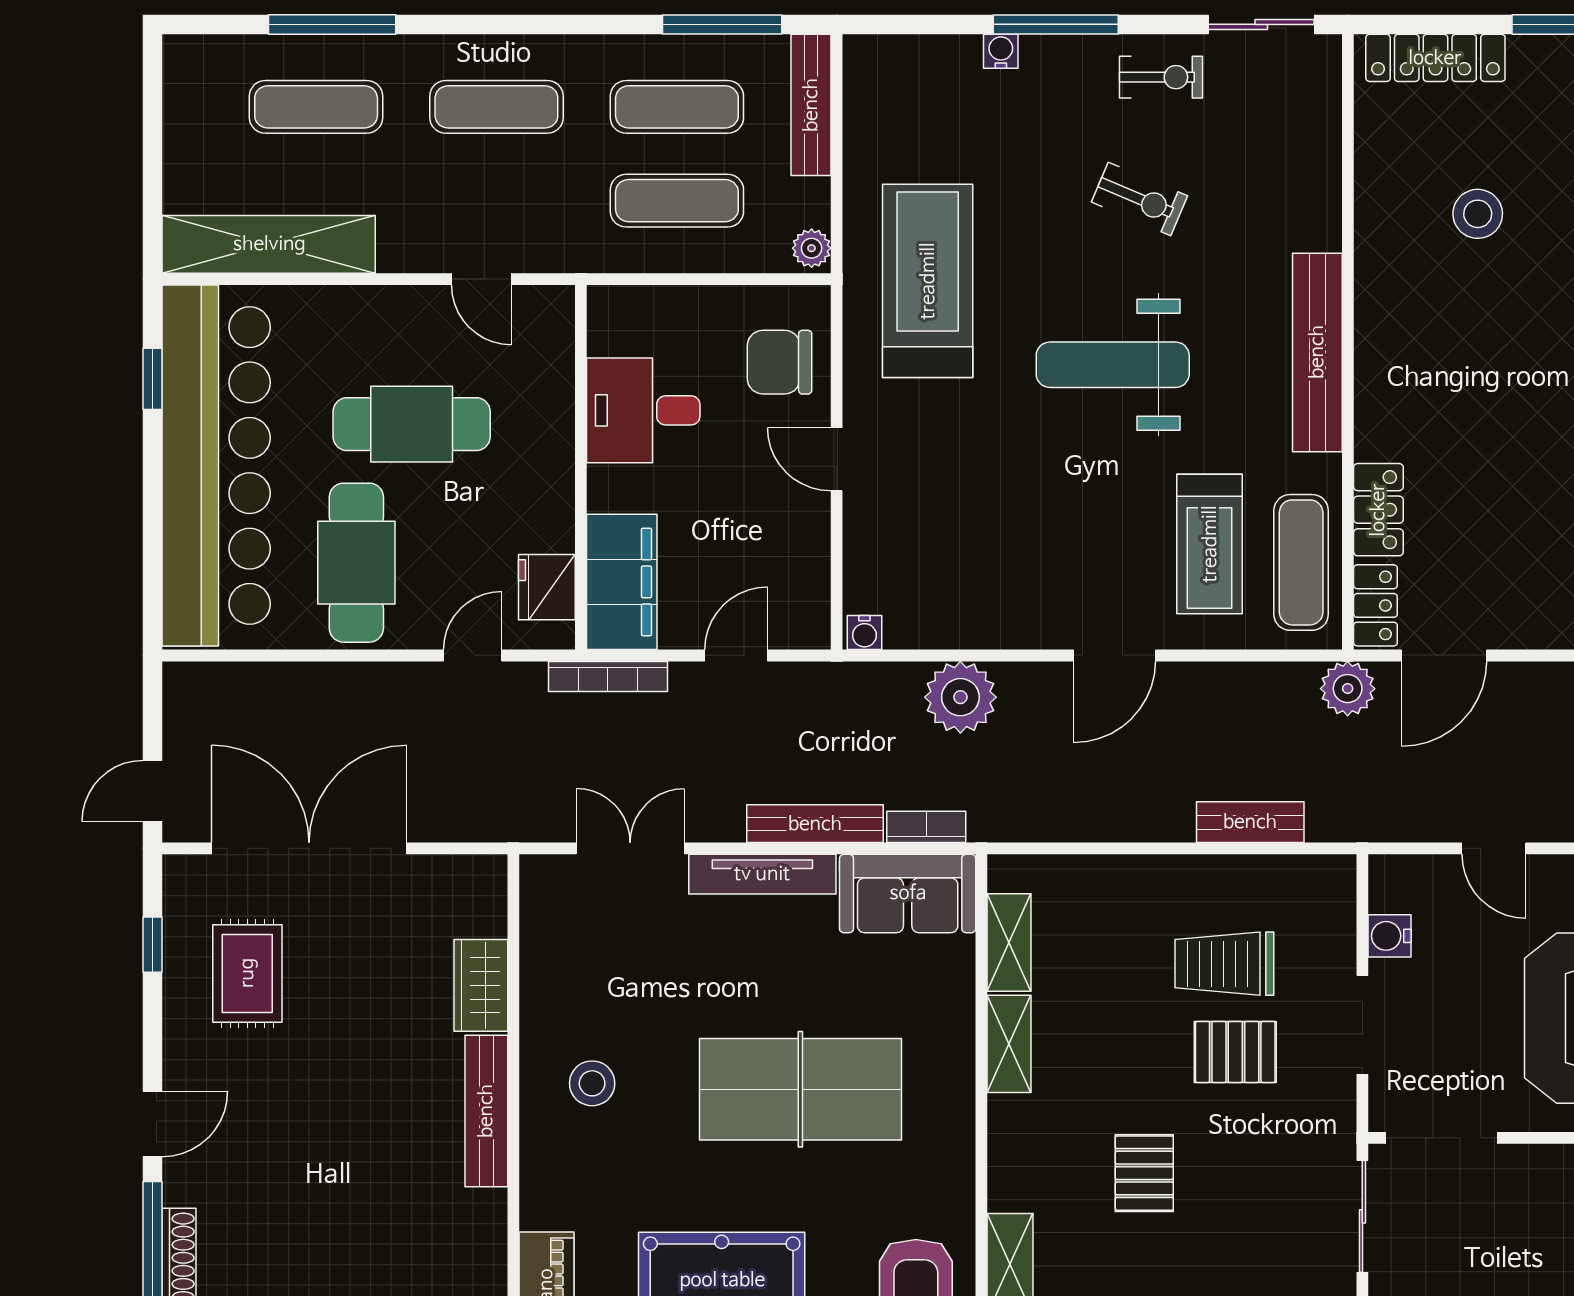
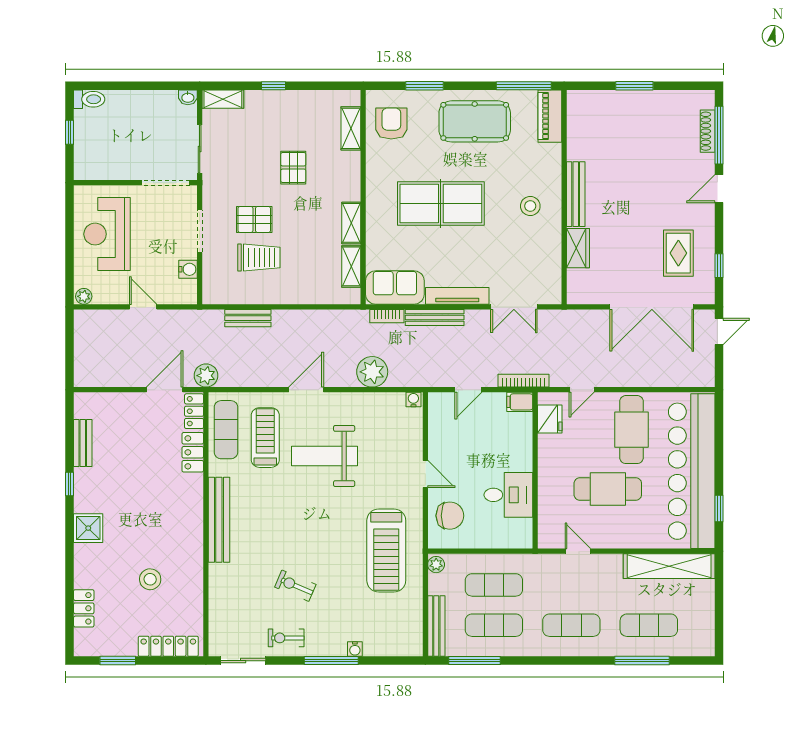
weight bench: (1113, 365) -> (324, 456), moved, turned 180
filing cabinet: (622, 582) -> (520, 402), width x0.33, depth x0.86

